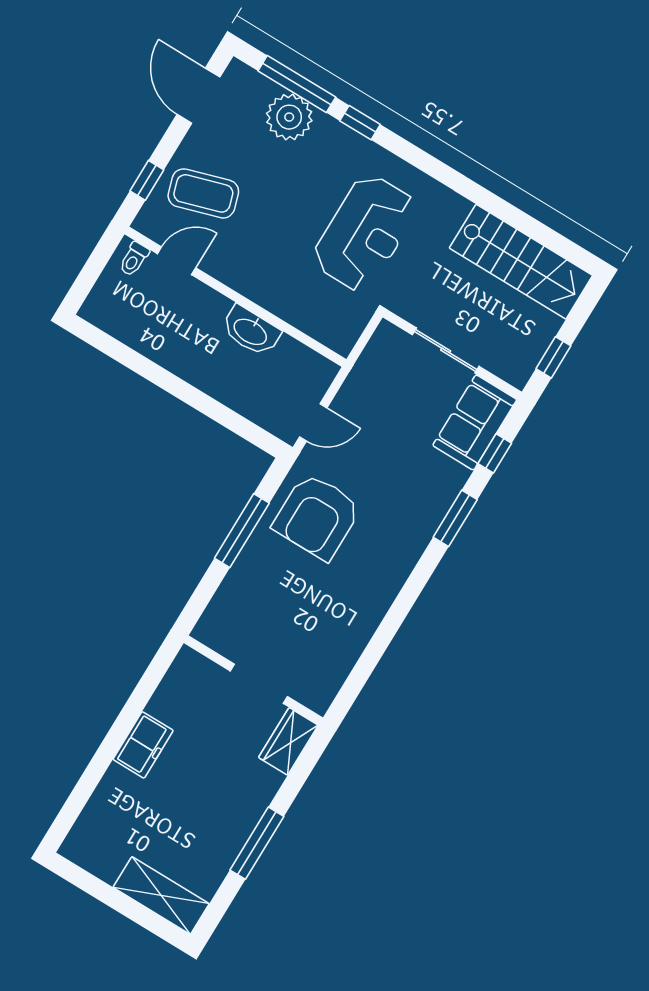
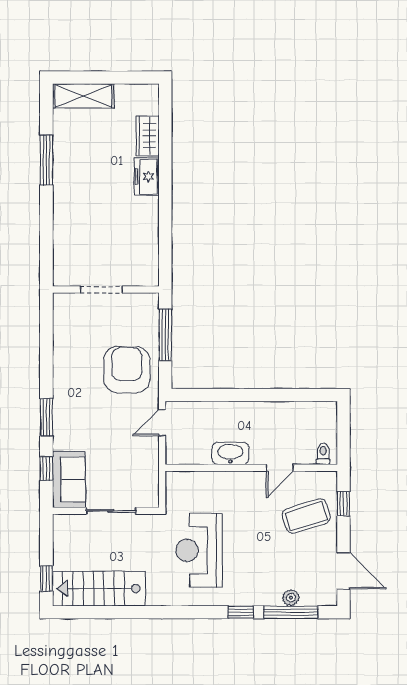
plant: (289, 117) -> (291, 598), width x0.53, depth x0.53
door: (177, 261) -> (280, 468), moved
window: (553, 357) -> (46, 579), moved
wall: (253, 680) -> (106, 290), moved
doorway: (259, 684) -> (101, 290), moved
wardrobe: (288, 741) -> (148, 136), moved, turned 180

